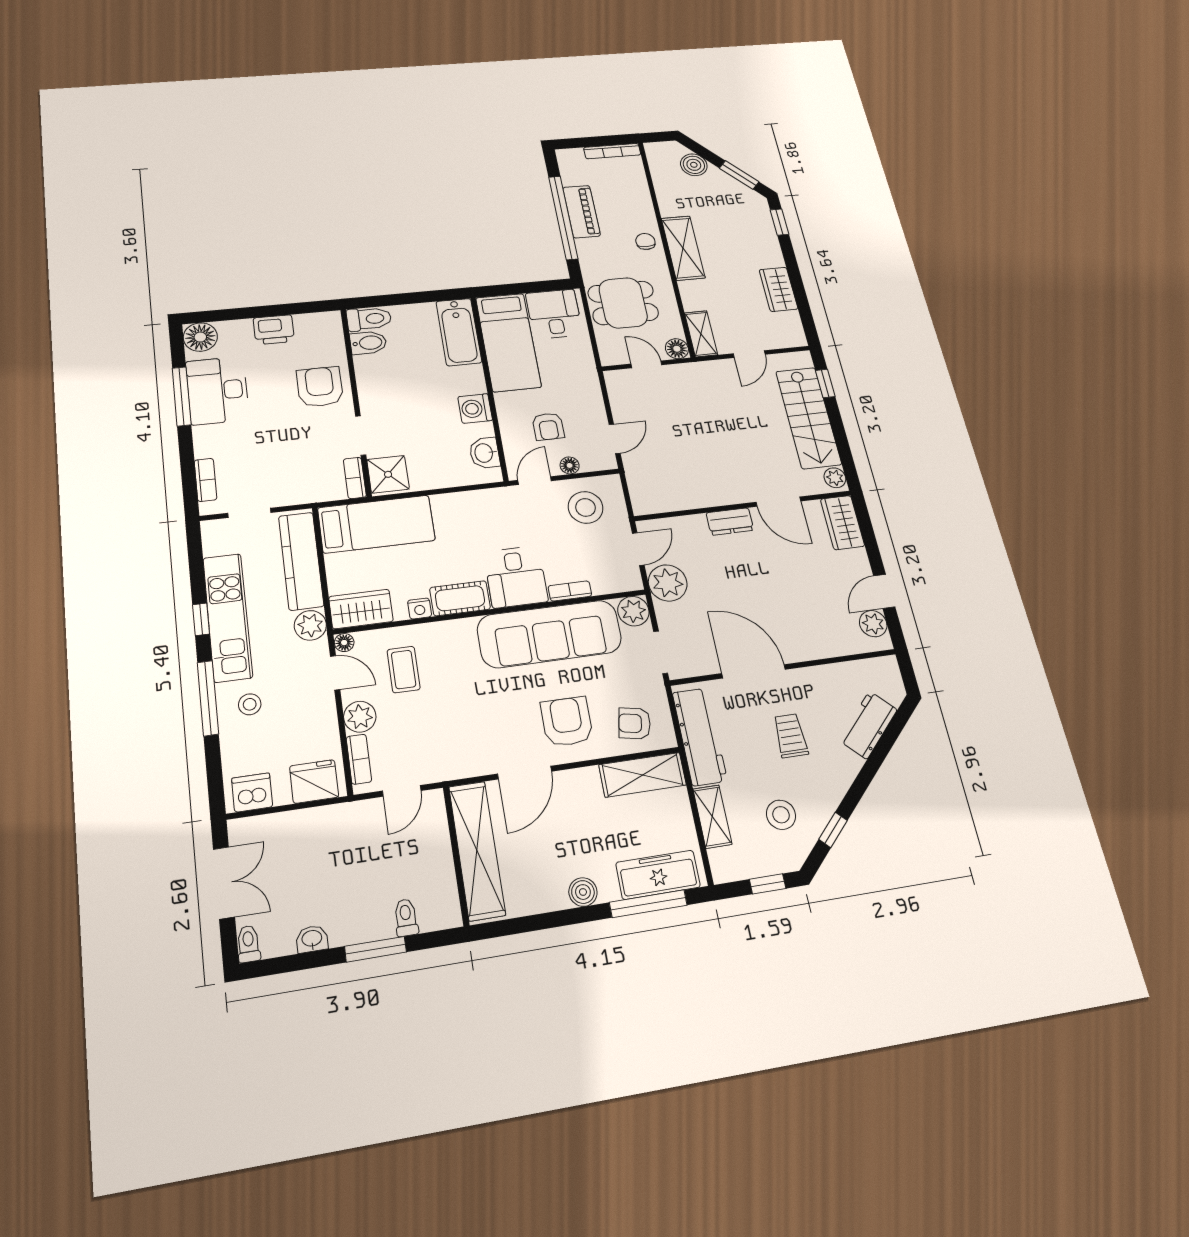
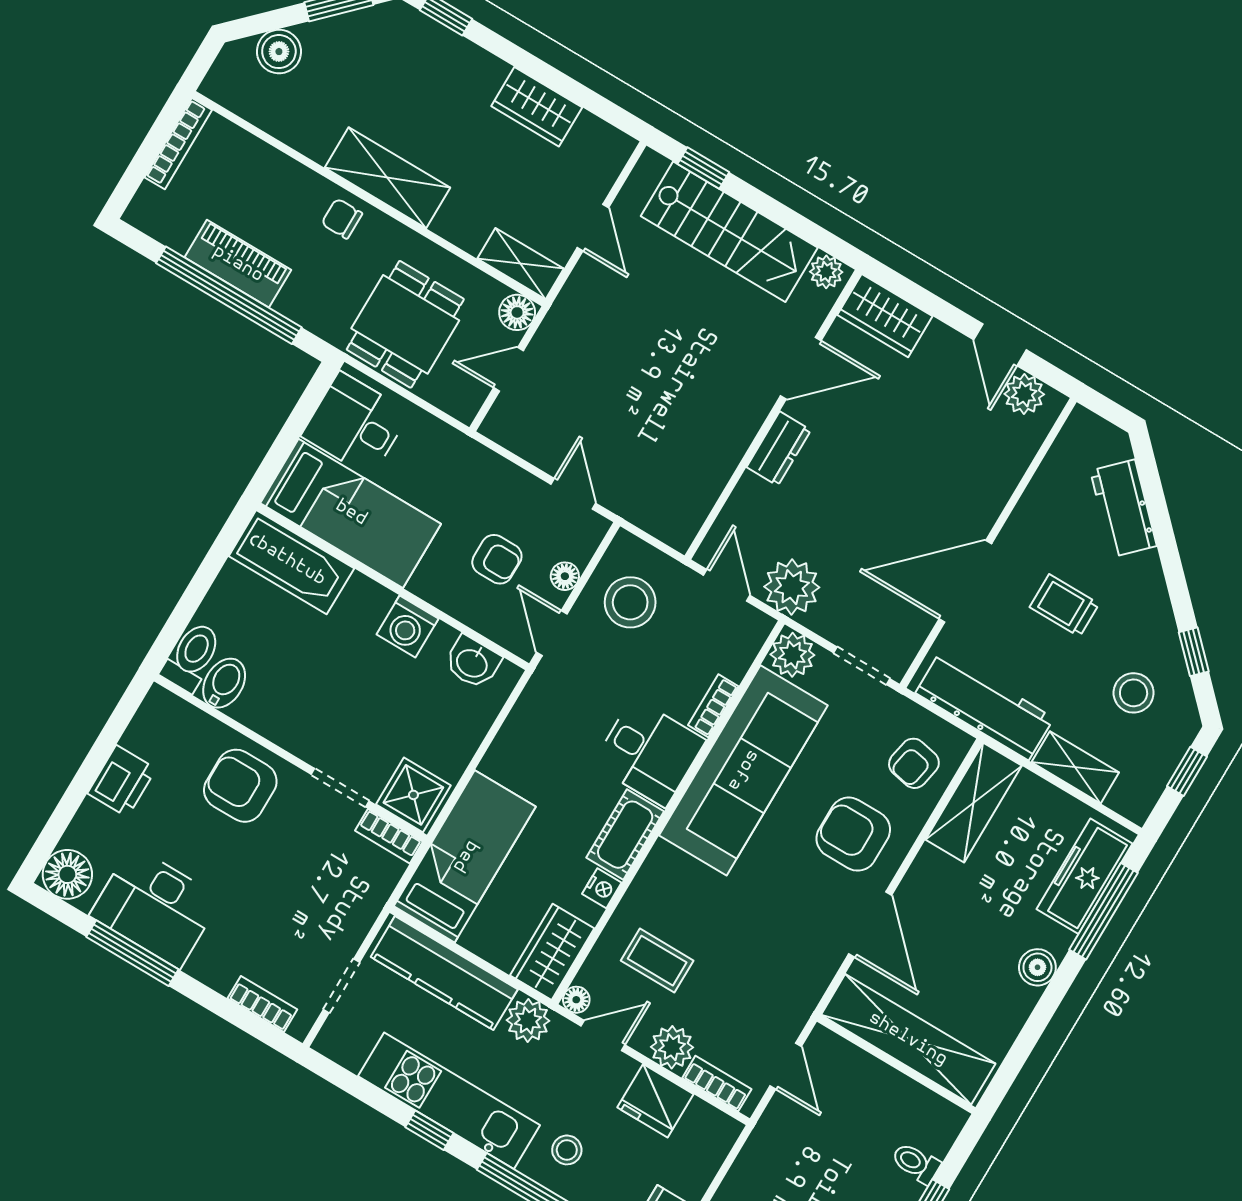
fridge: (314, 781) -> (655, 1101), moved, turned -90

